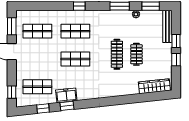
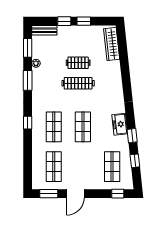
bench: (167, 26) -> (44, 30), width x0.73
freezer: (66, 95) -> (120, 124), moved

